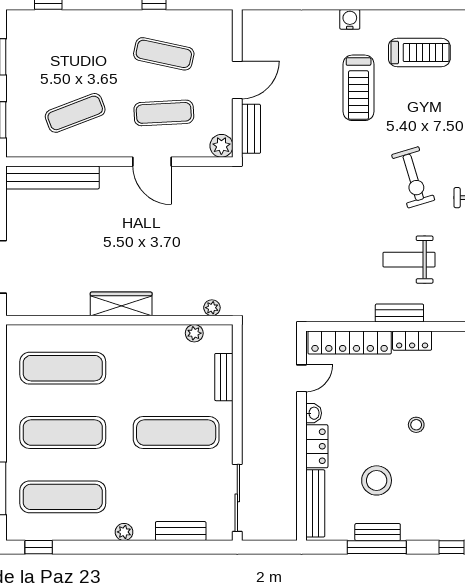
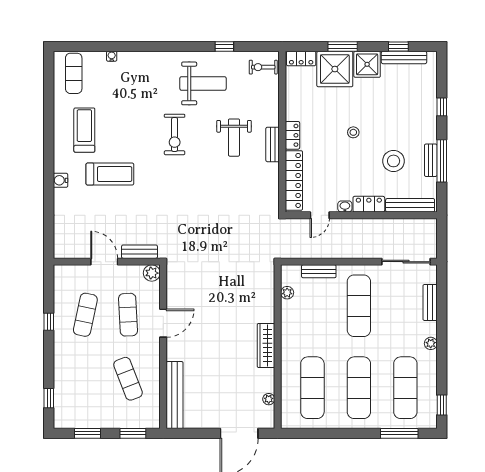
exercise bike: (413, 177) -> (175, 134), turned 107
plant: (212, 308) -> (269, 399), moved
door: (302, 378) -> (320, 215), swing flipped

